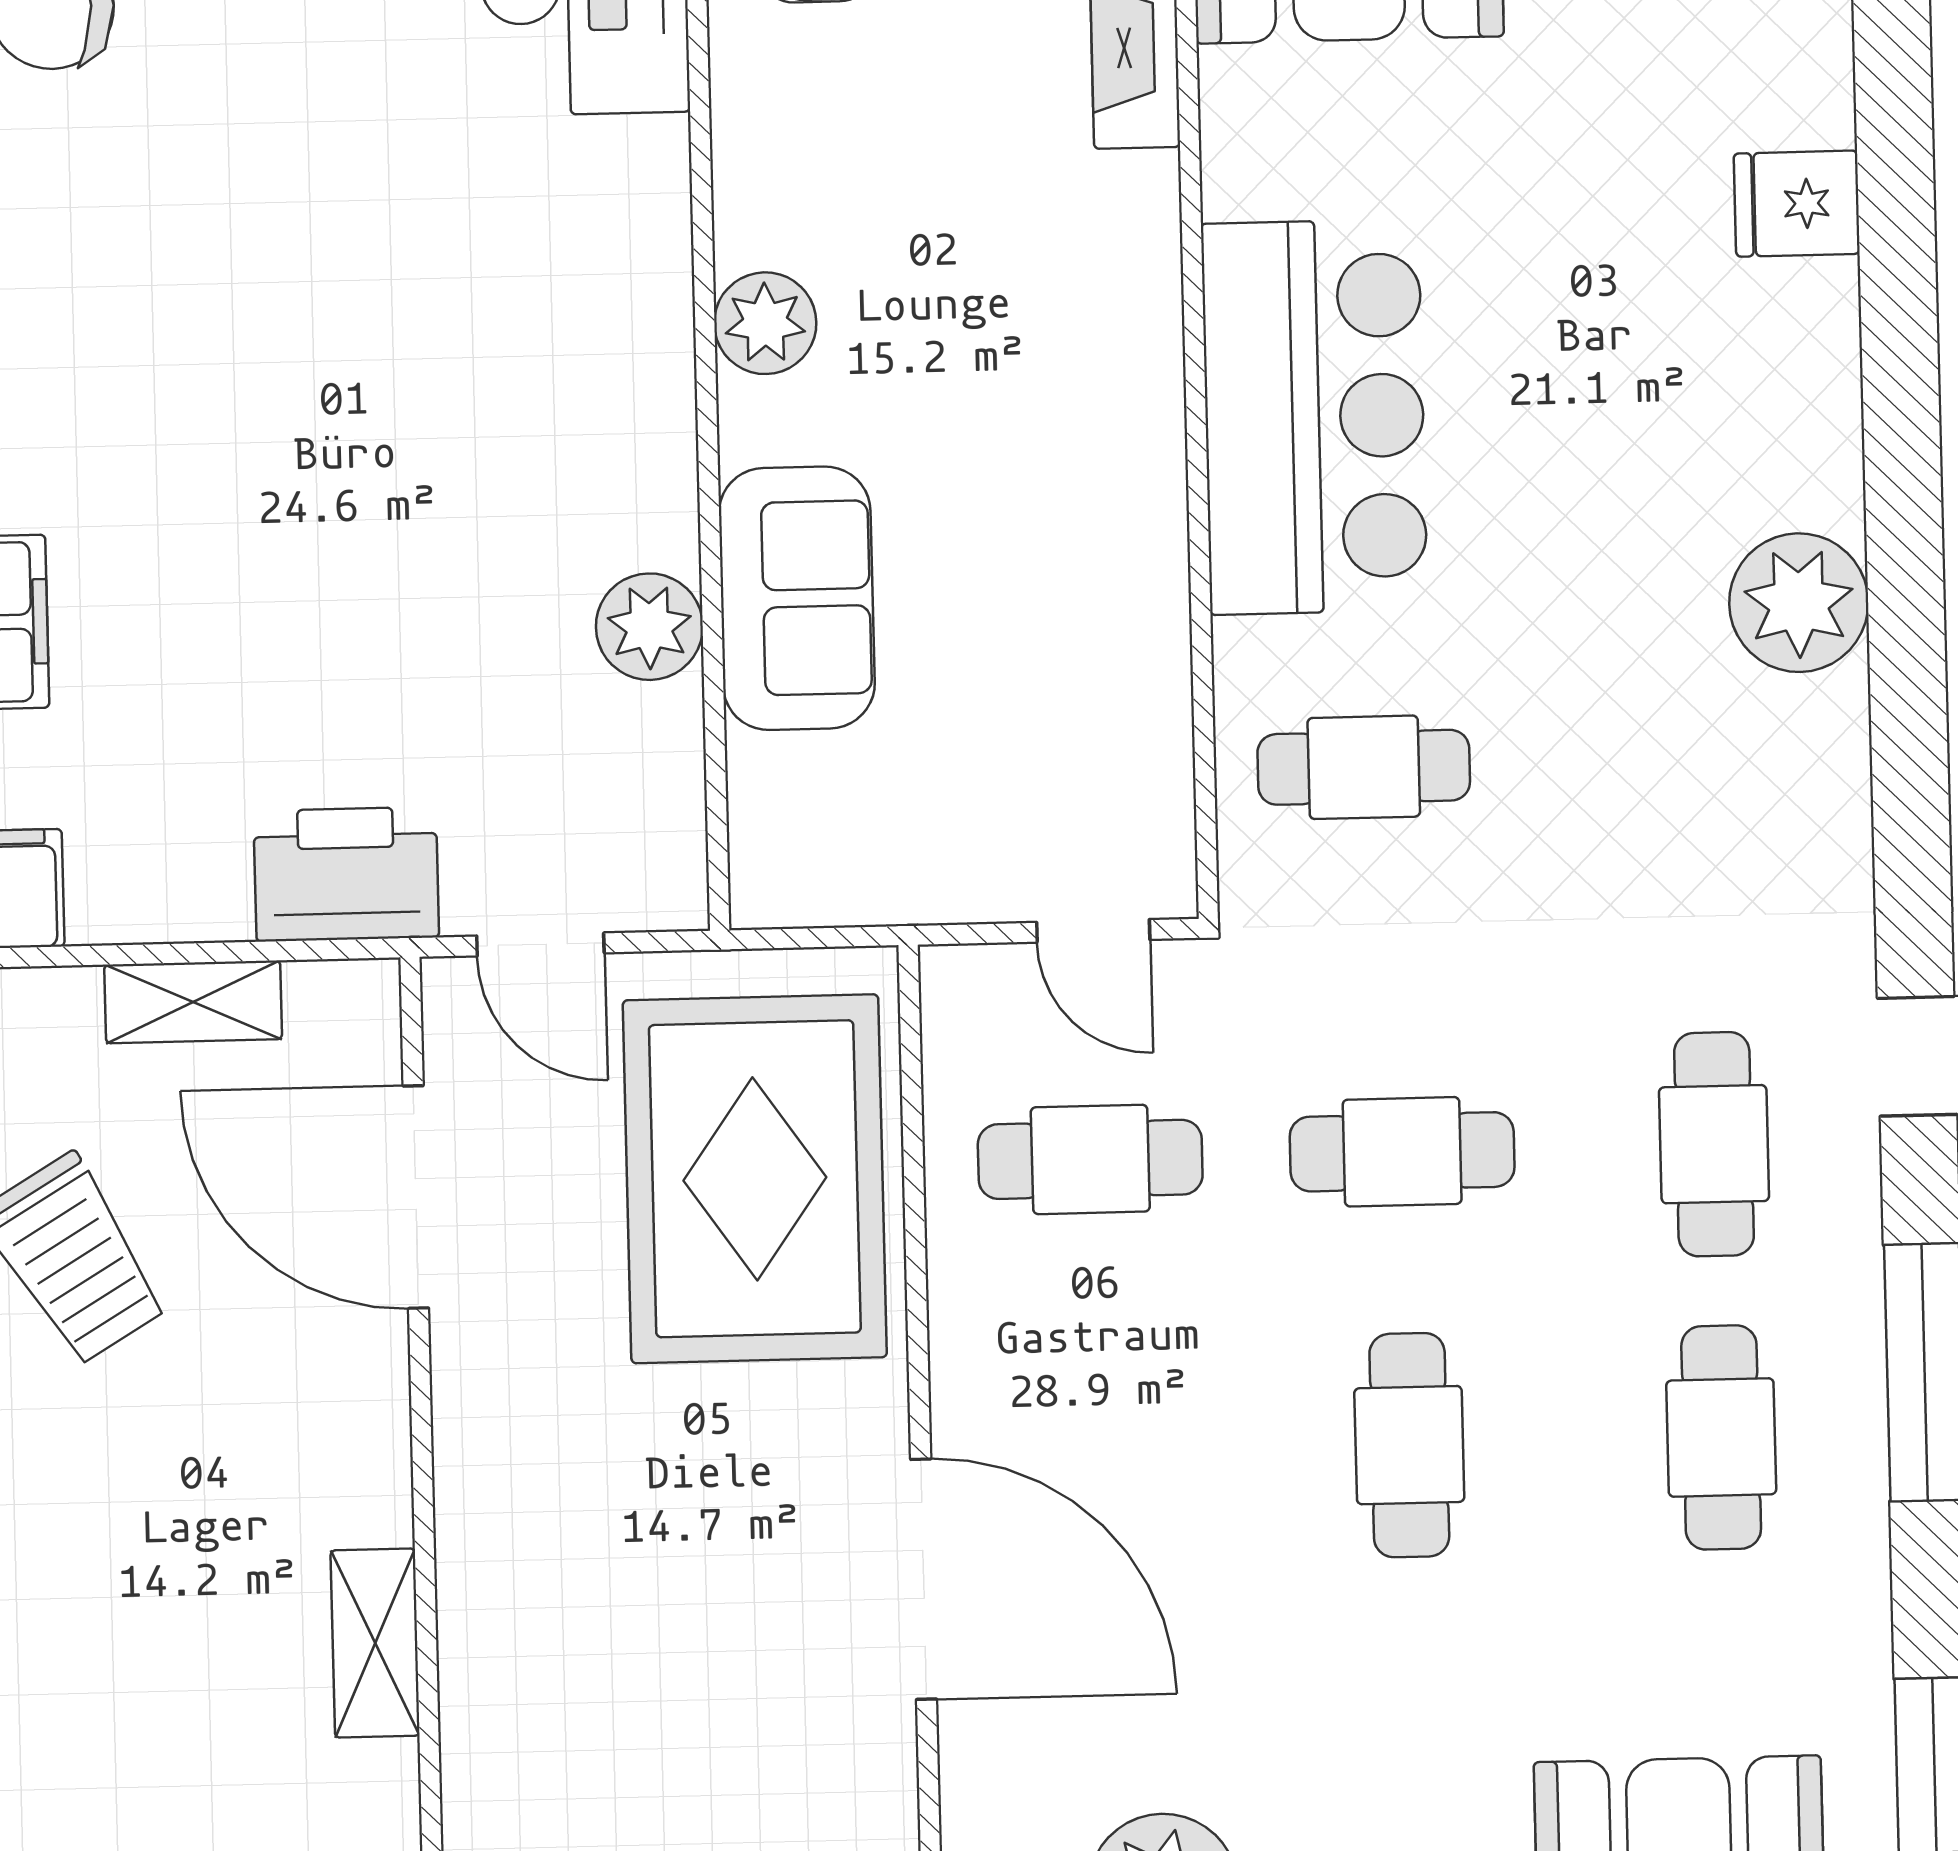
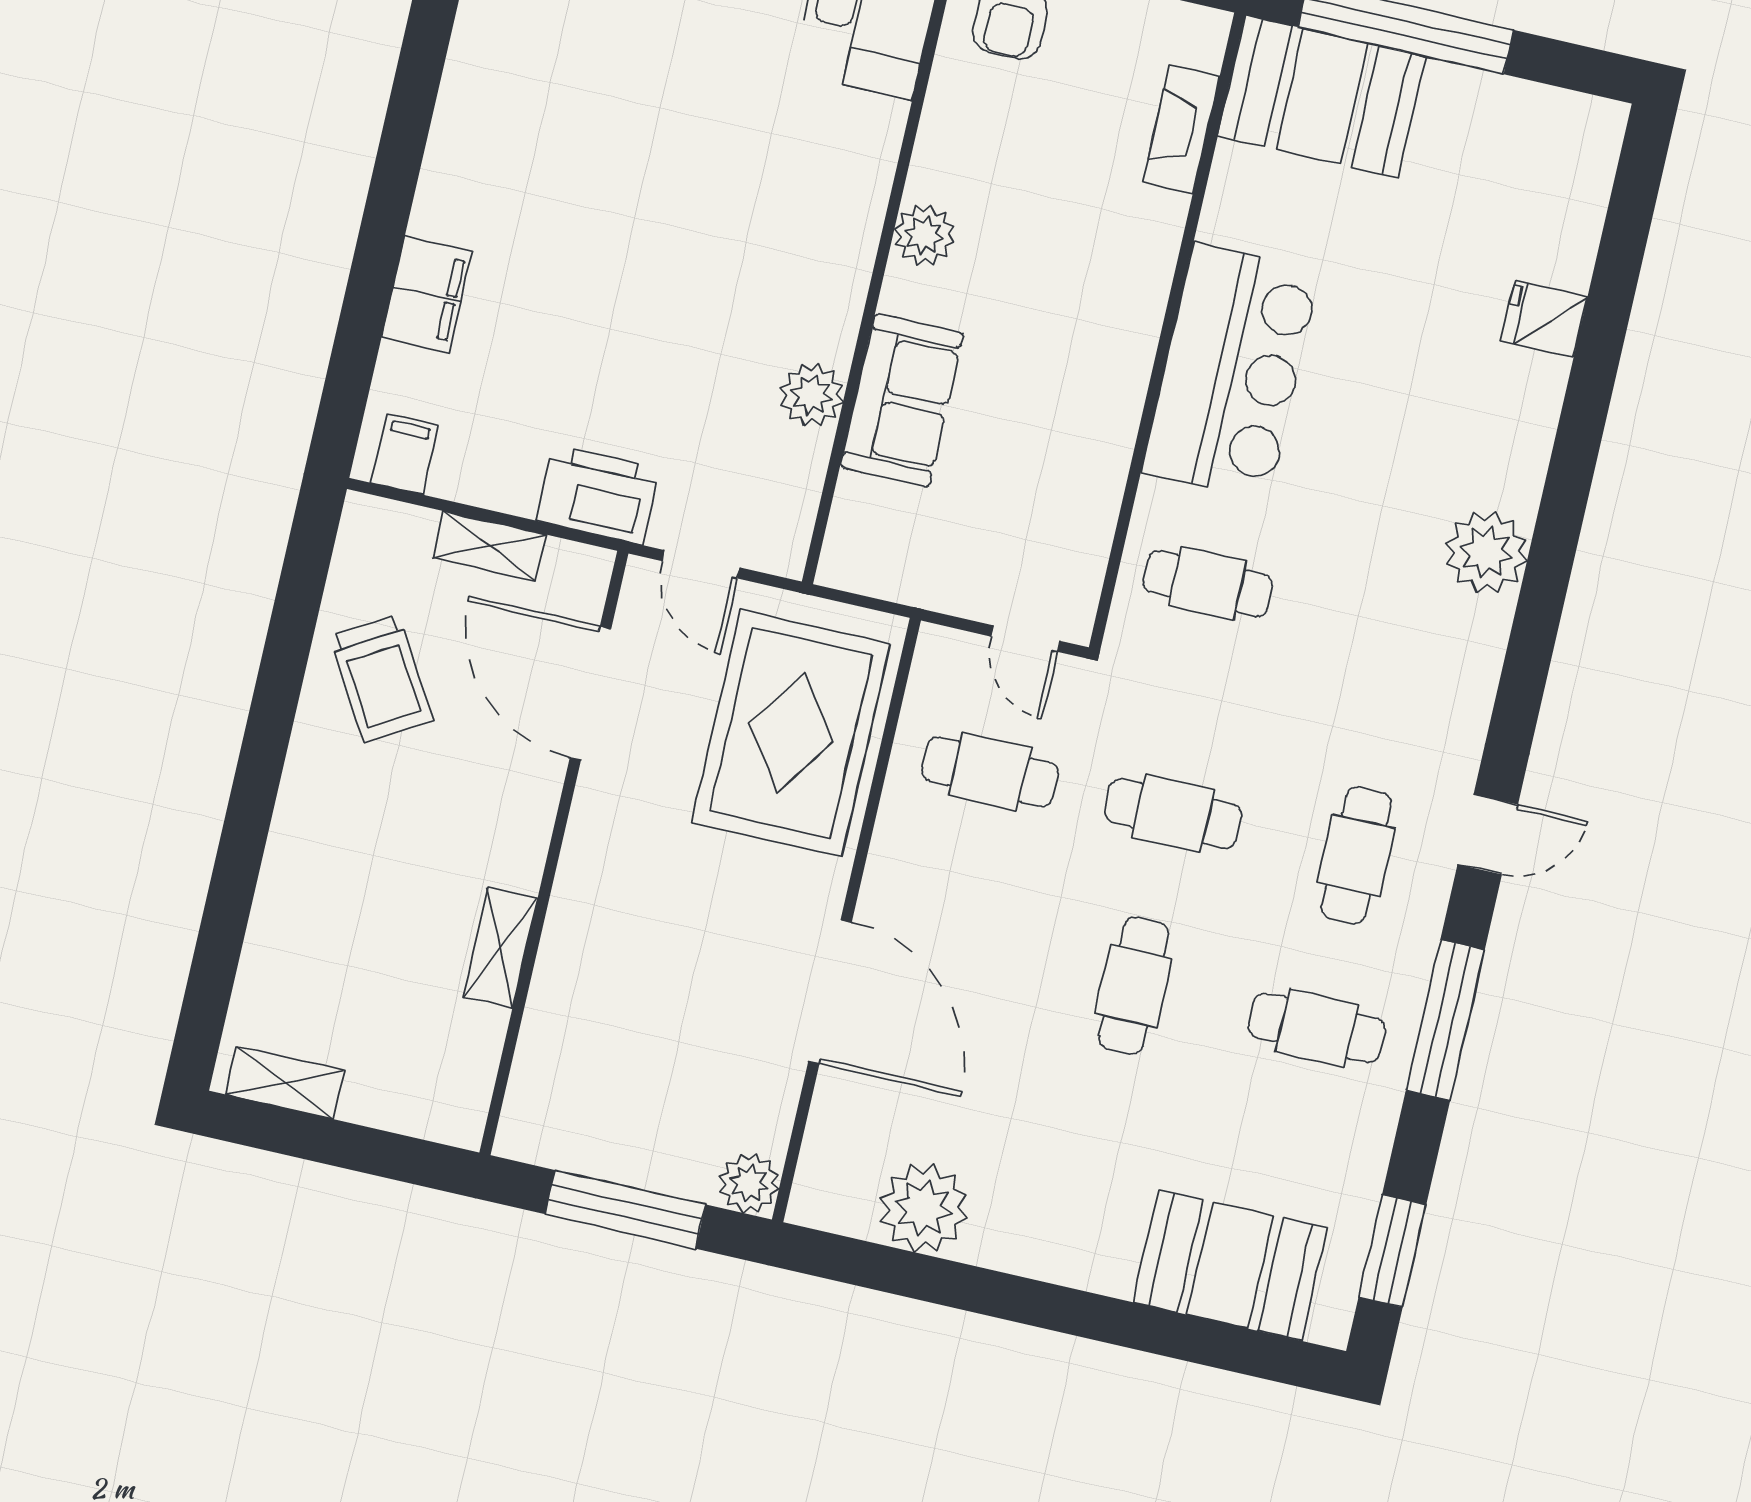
cafe table: (1721, 1437) -> (1317, 1028), turned 90

